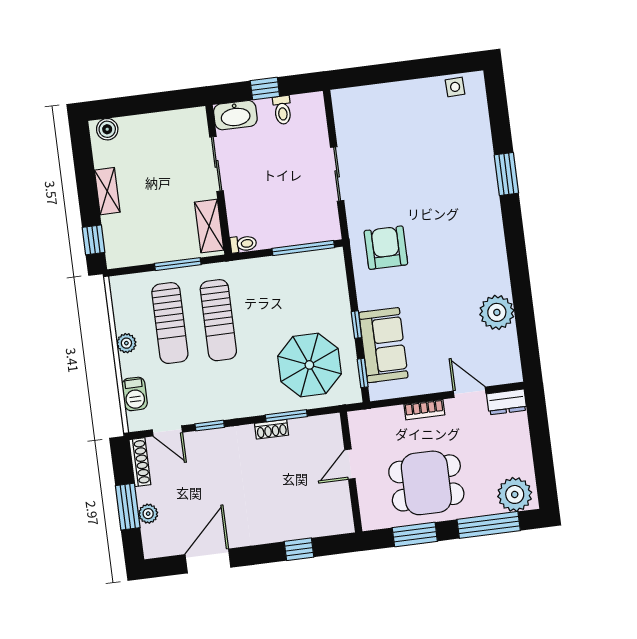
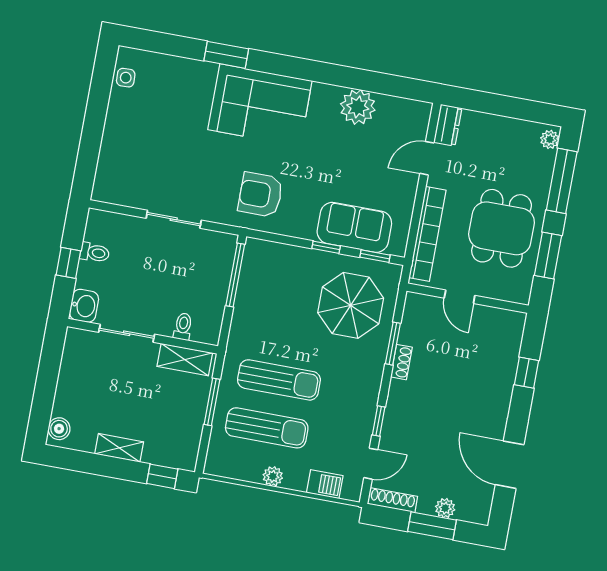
washbasin: (235, 115) -> (84, 306), width x0.72
corner sofa: (469, 220) -> (260, 105), added
toilet: (243, 244) -> (183, 326), moved
bookcase: (424, 410) -> (427, 234), width x2.31, depth x1.31
plant: (515, 494) -> (550, 139), width x0.53, depth x0.53

